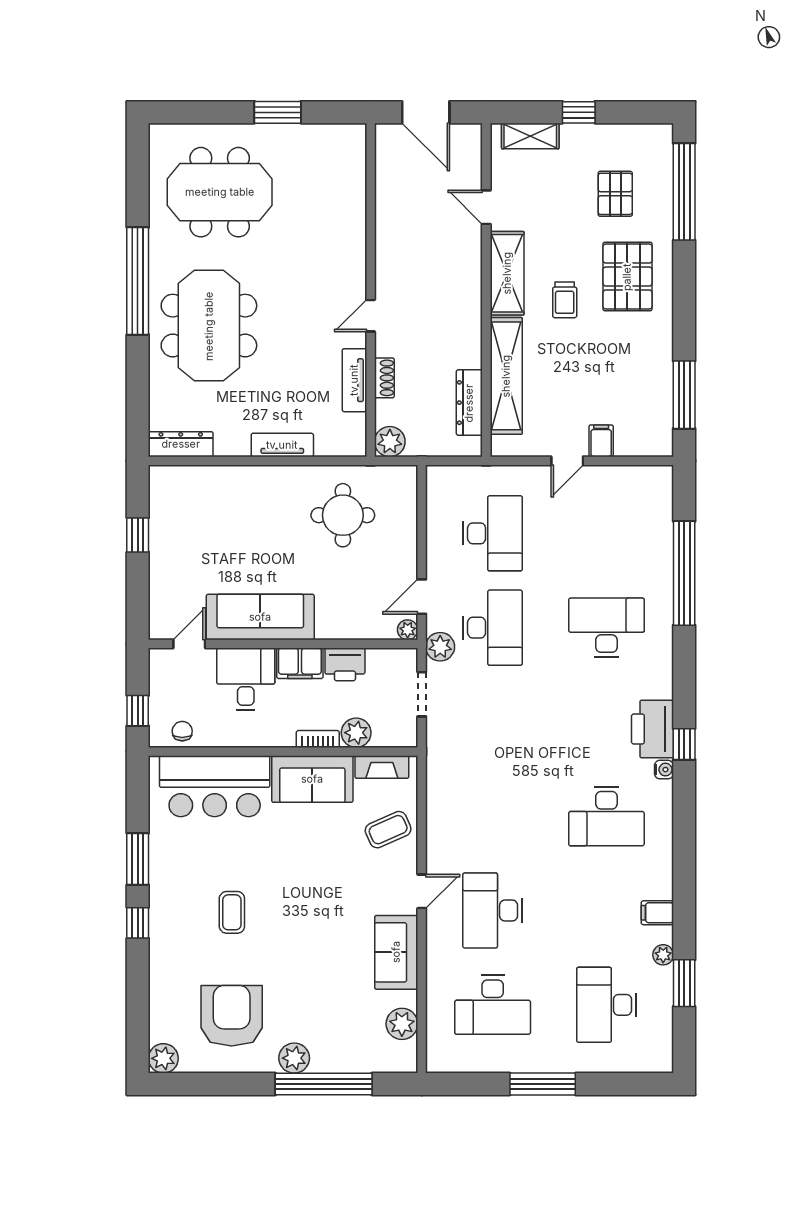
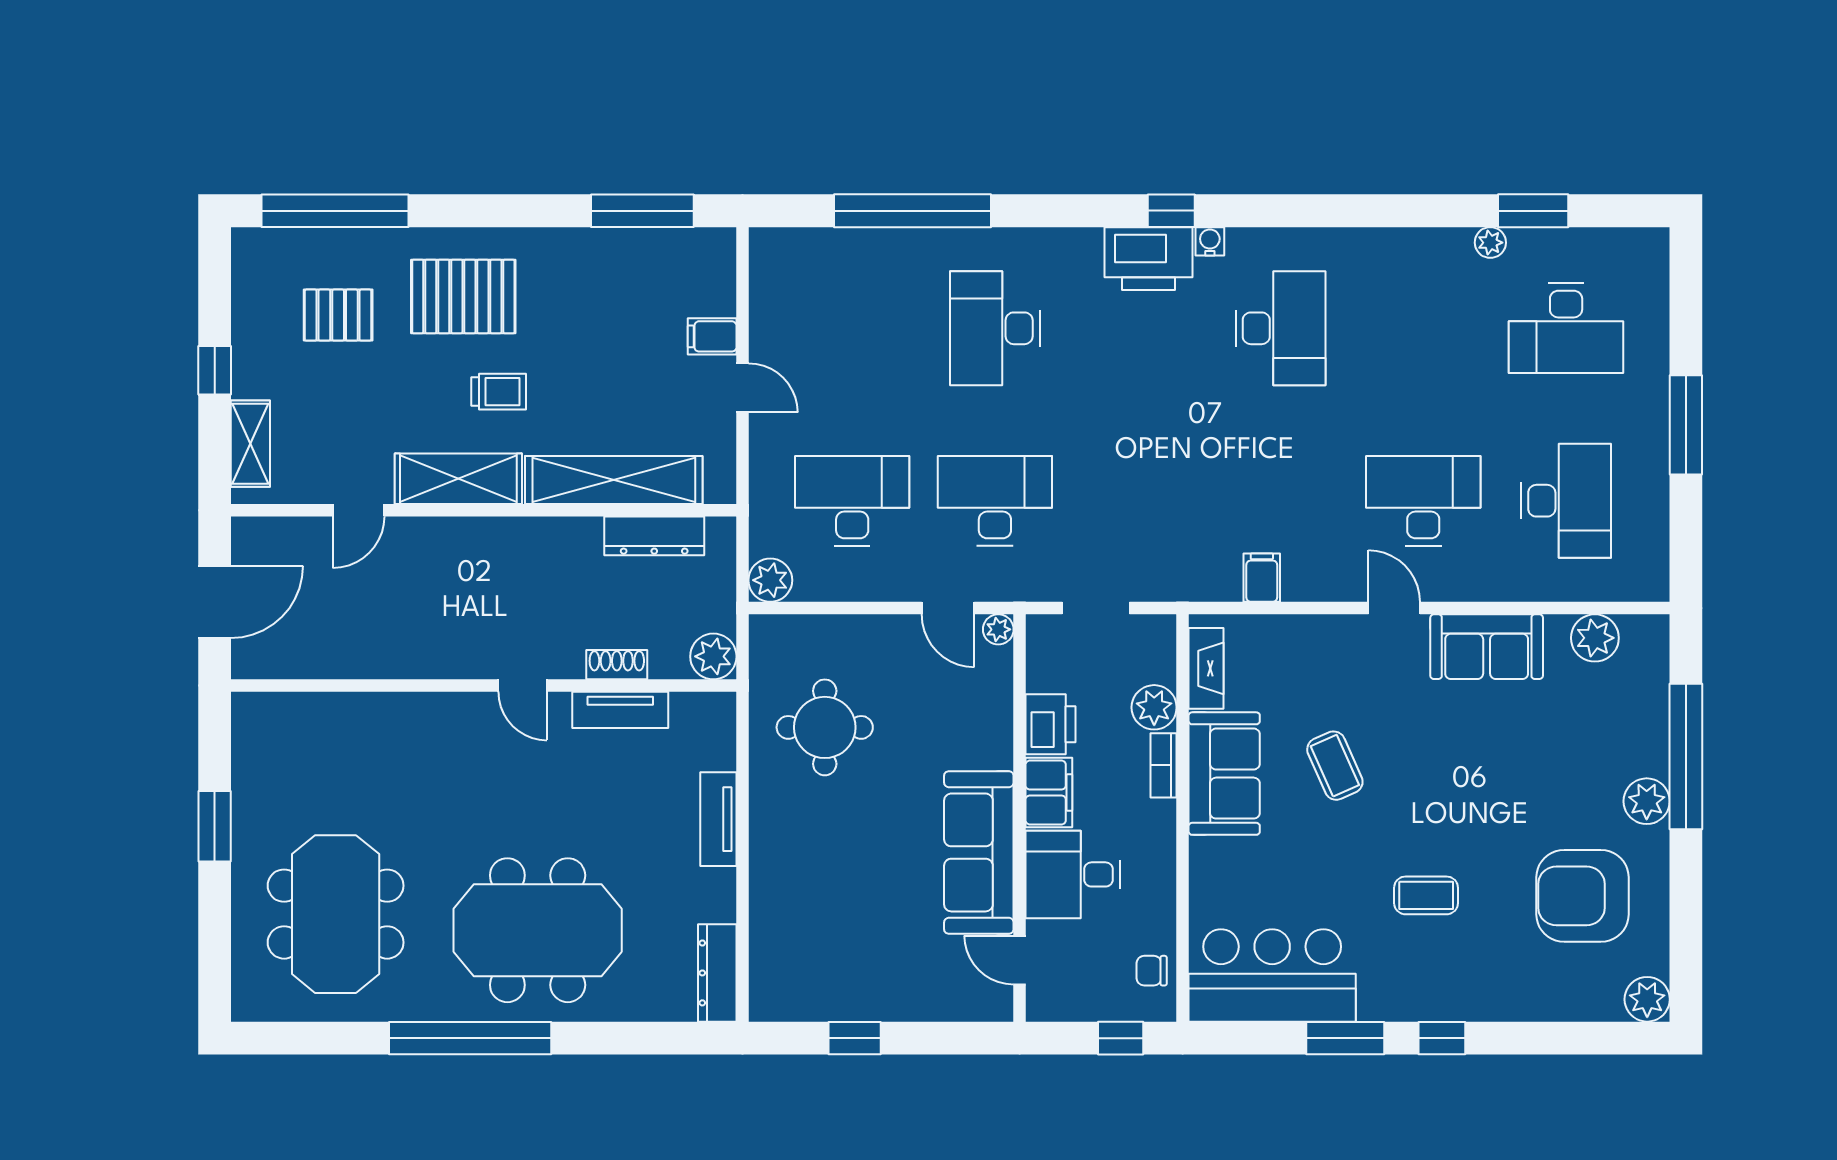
plant: (440, 647) -> (770, 580), moved
bar counter: (215, 786) -> (1272, 975), moved, turned -90
coffee table: (388, 830) -> (1335, 766), moved
desk: (493, 911) -> (1423, 501), turned 180
filing cabinet: (657, 913) -> (1262, 578), moved, turned 180

